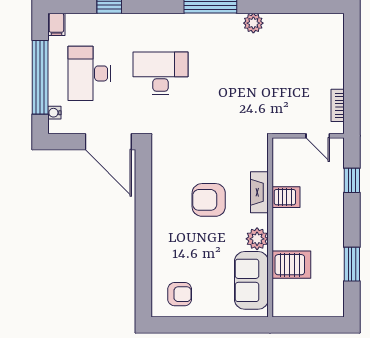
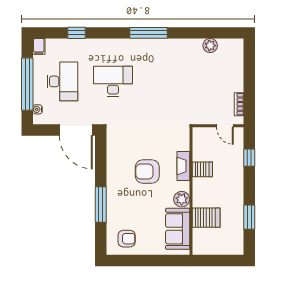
plant: (253, 23) -> (210, 46), moved
desk: (89, 73) -> (62, 81), turned 180
window: (143, 246) -> (101, 205), added

